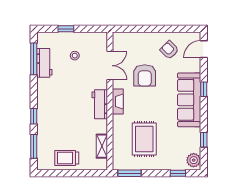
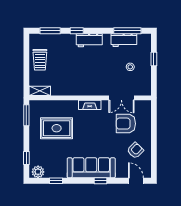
armchair: (145, 75) -> (126, 124), moved
workbench: (100, 104) -> (89, 40), moved, turned 180
shelving: (102, 146) -> (40, 91), moved
trolley: (67, 158) -> (40, 60), turned 180

